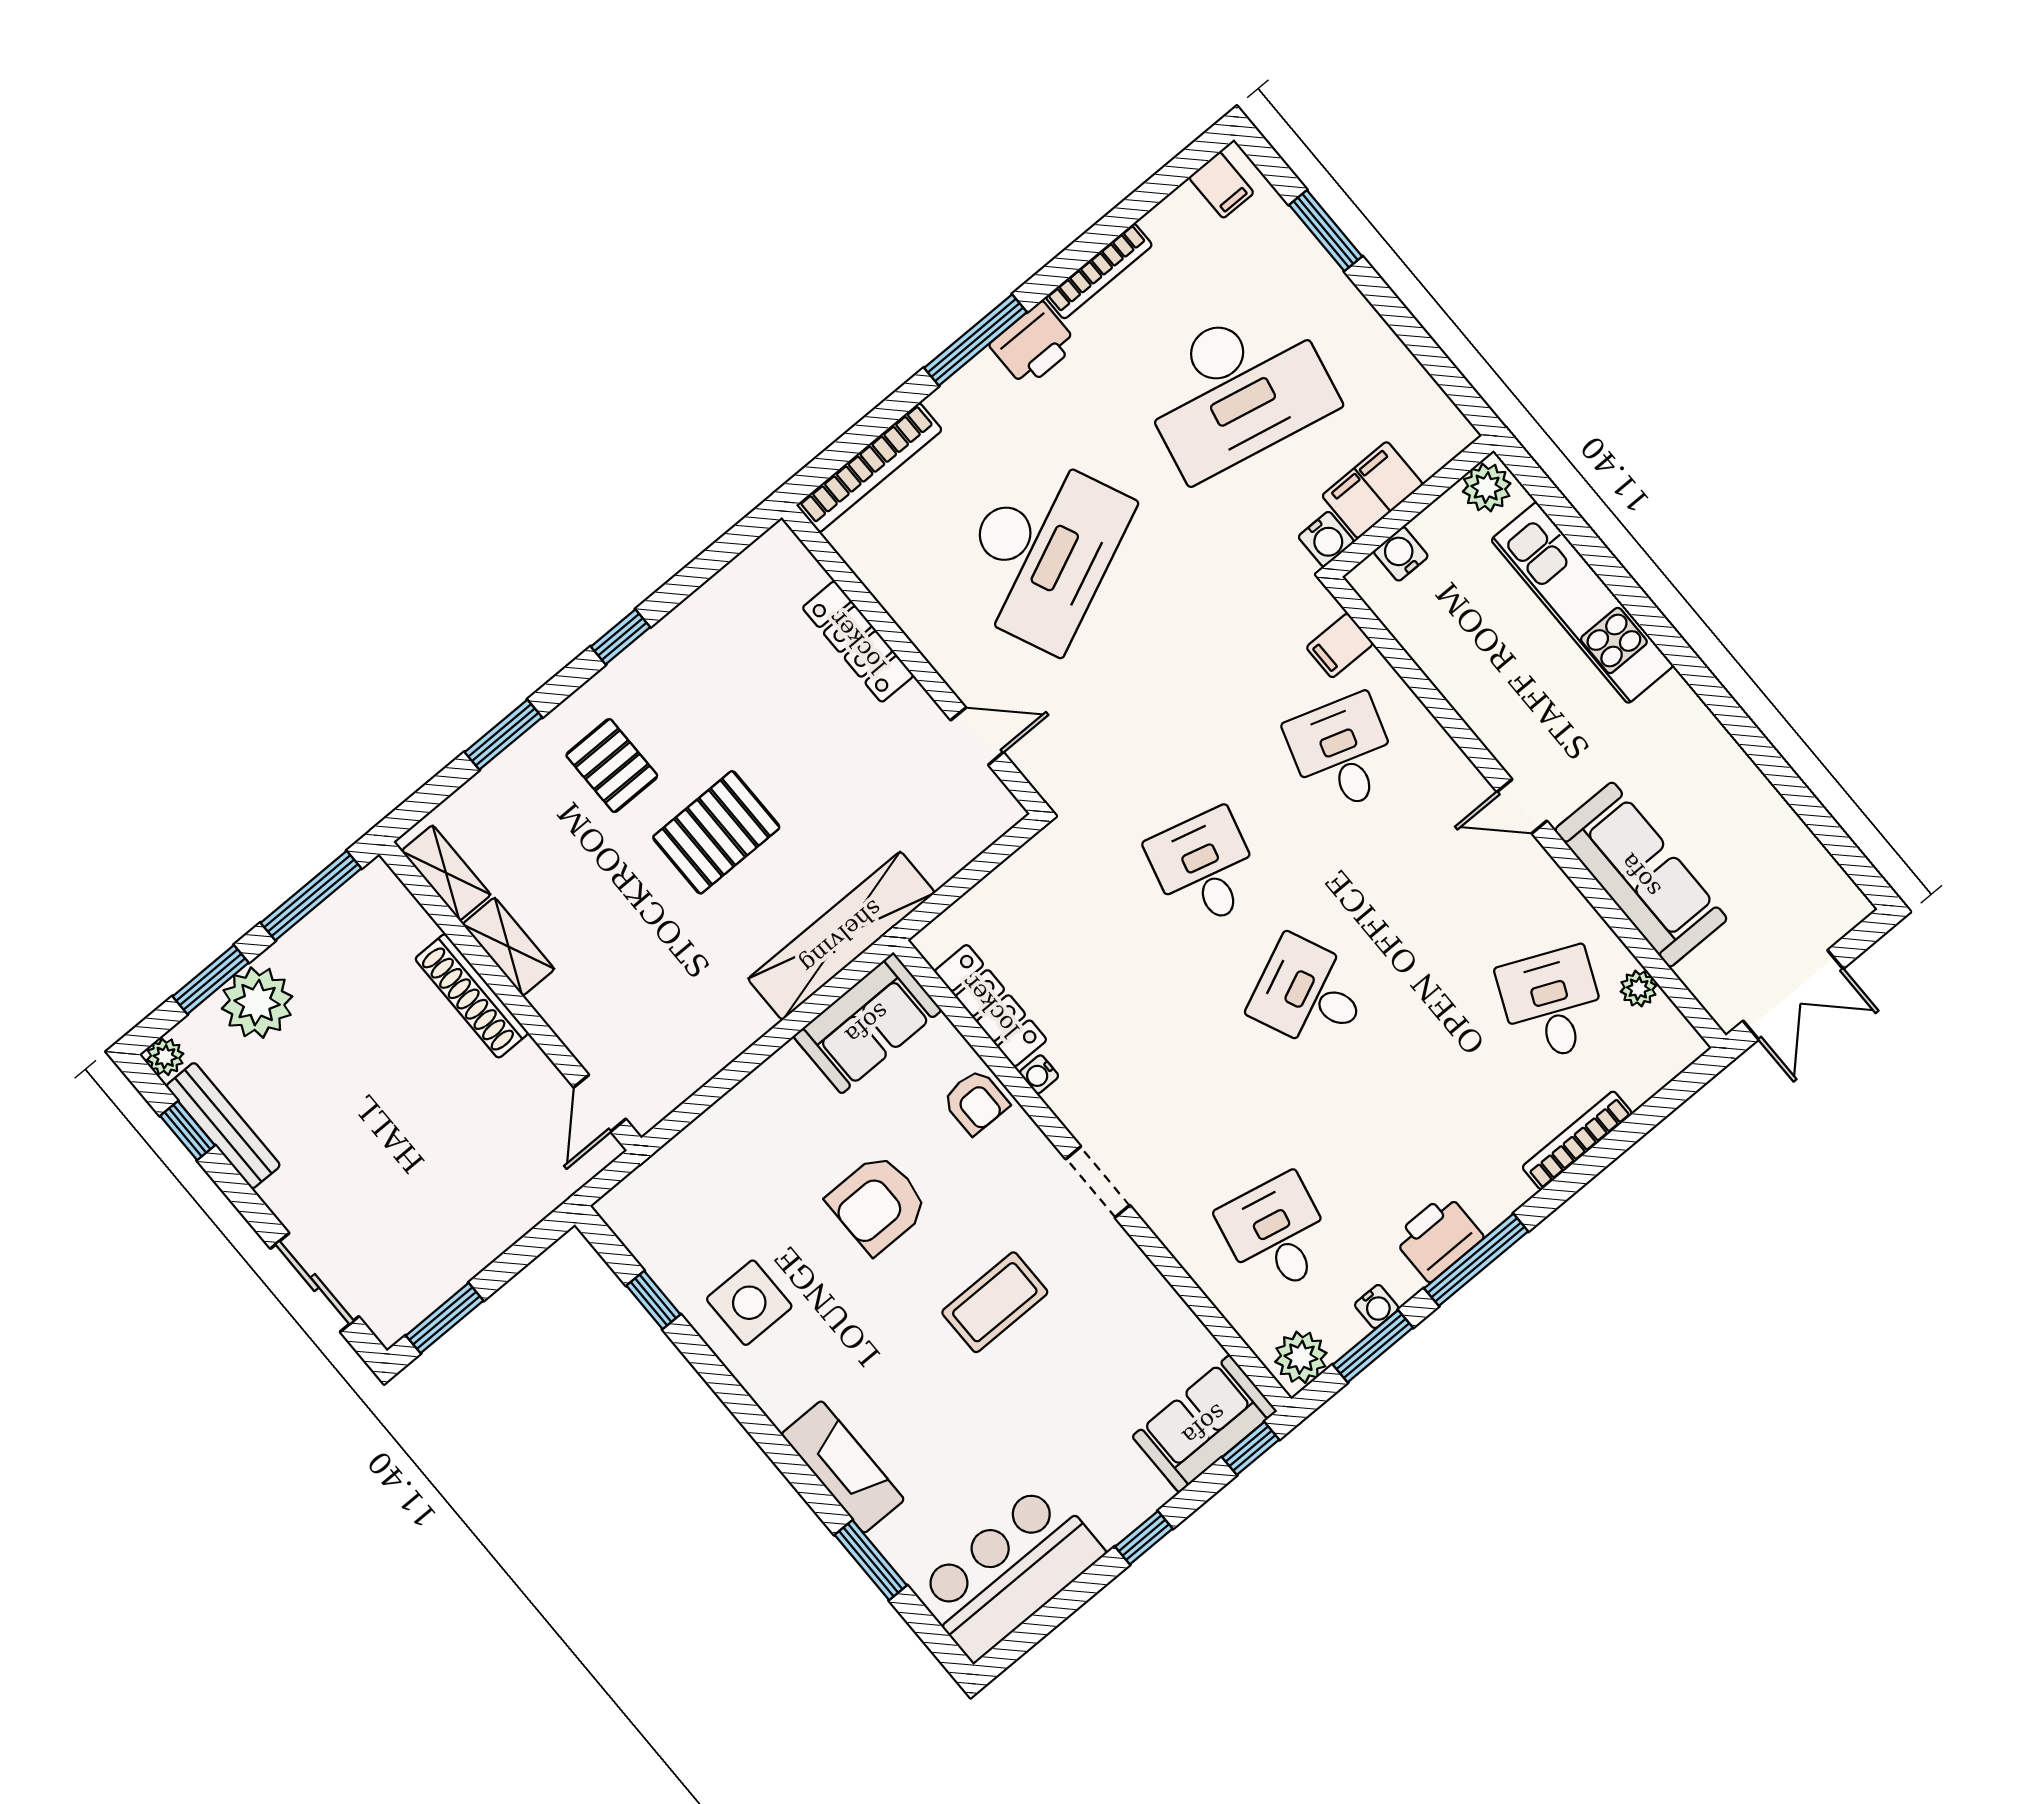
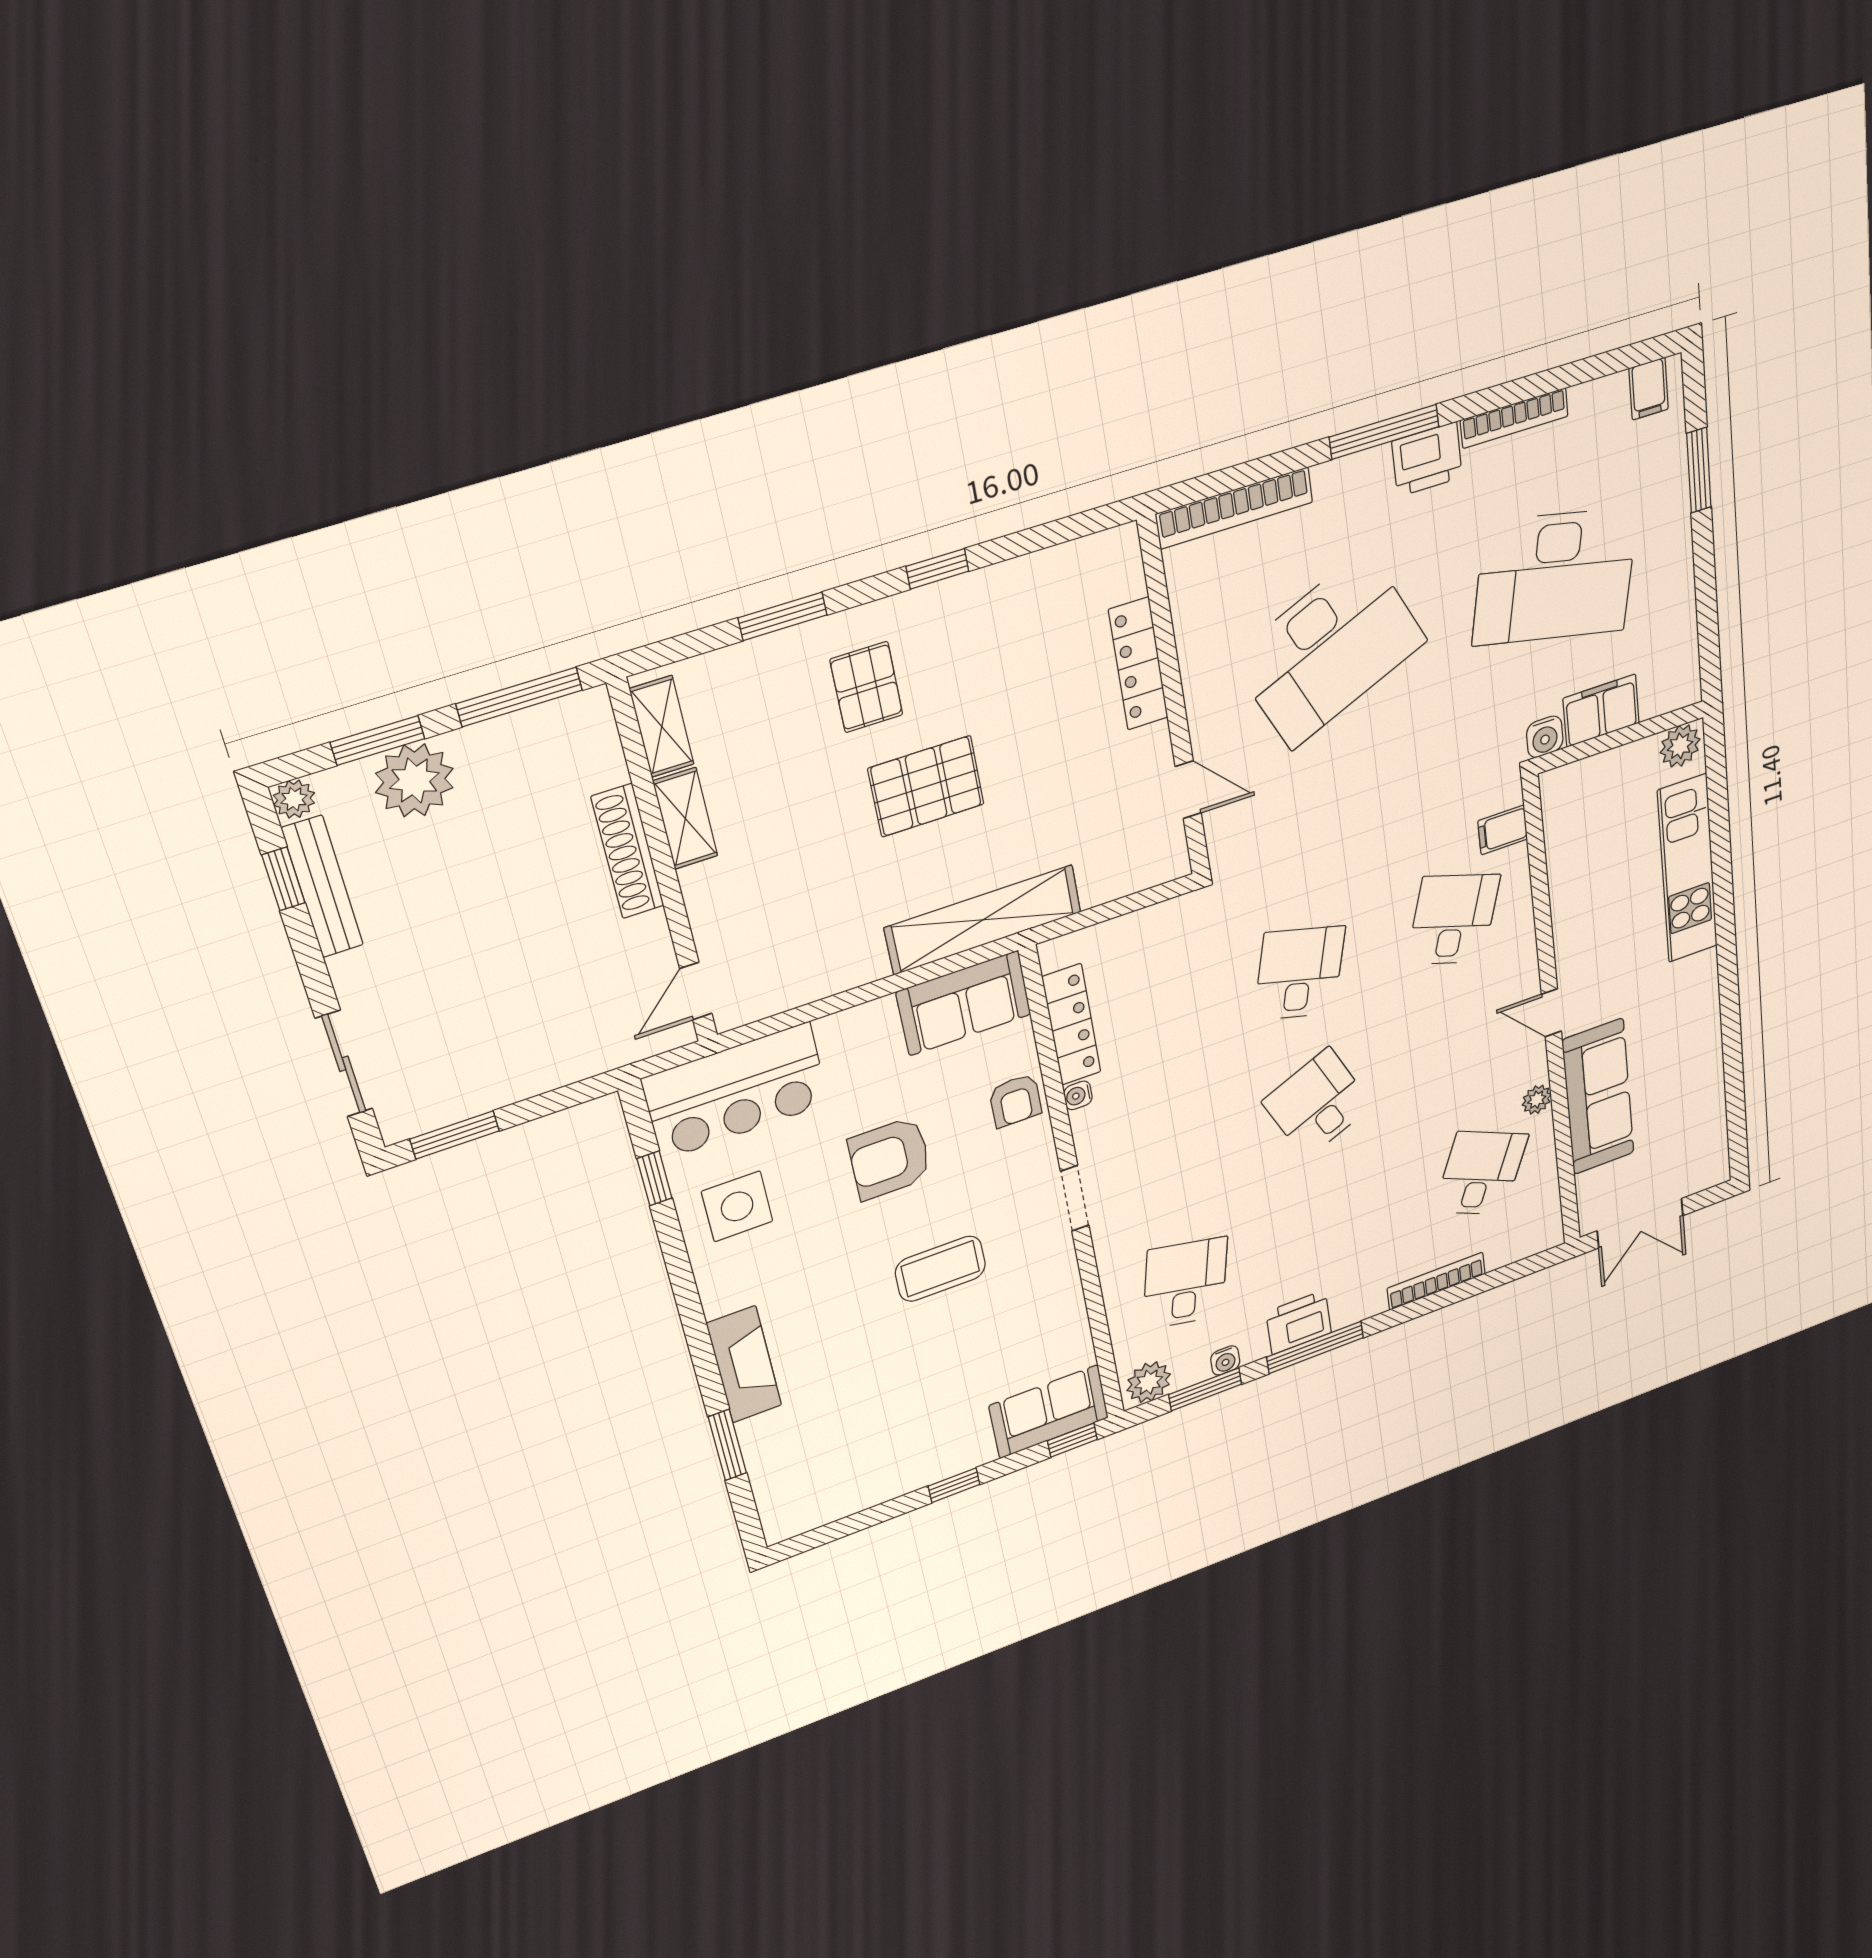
water cooler: (1401, 554) -> (1589, 773), removed
plant: (1638, 988) -> (1537, 1100), moved
bar counter: (1009, 1572) -> (736, 1091), moved, turned 180

